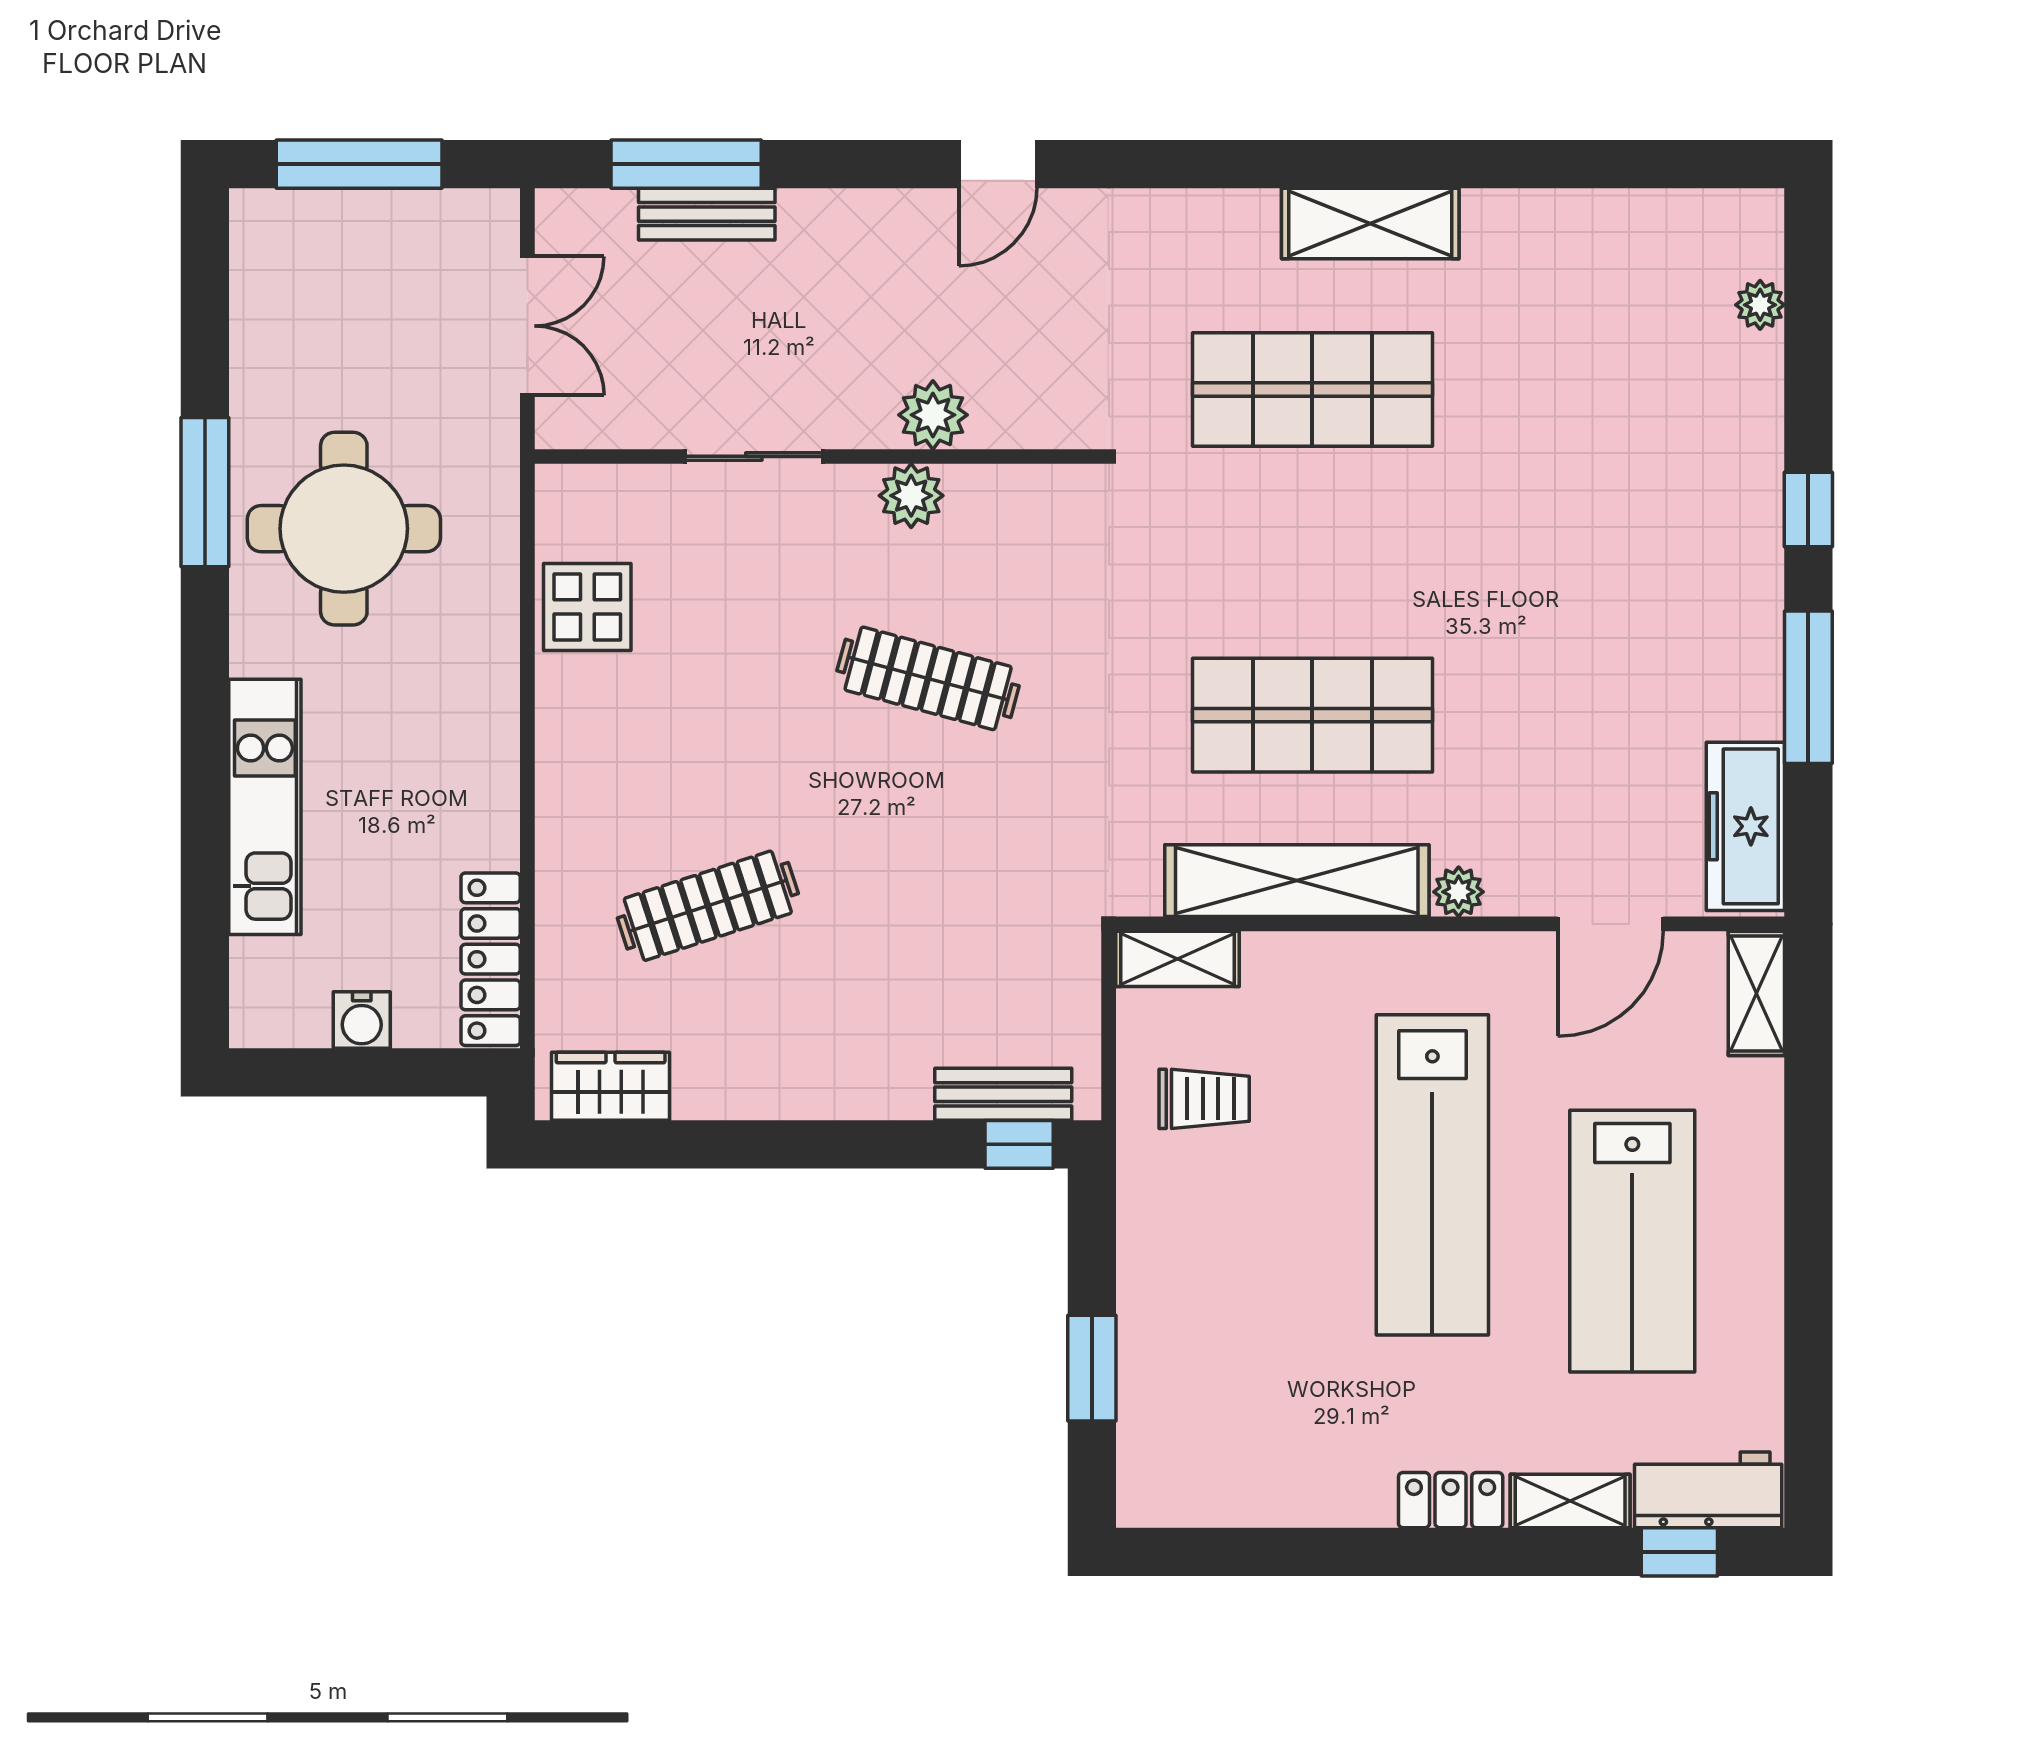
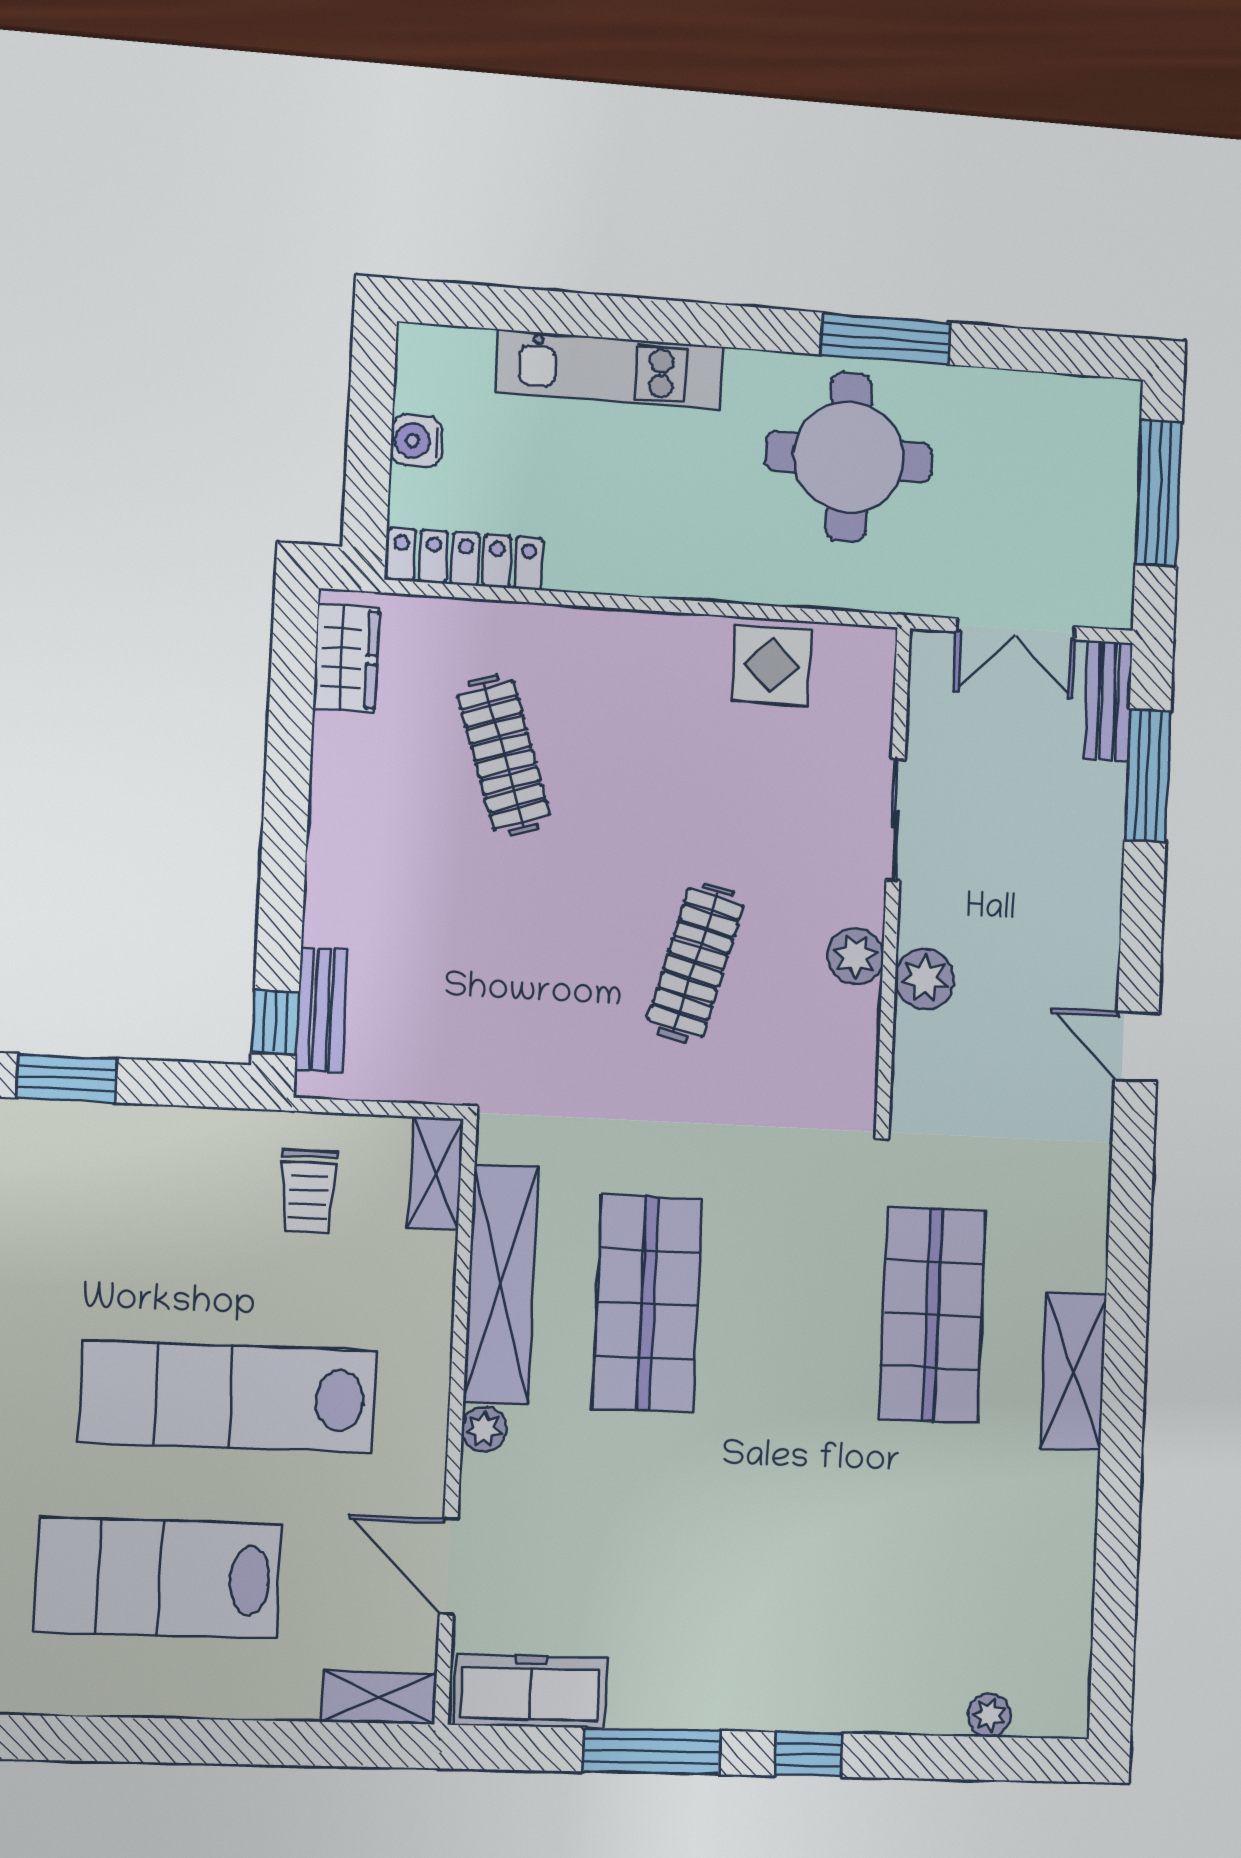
bench: (707, 214) -> (1108, 701), moved

